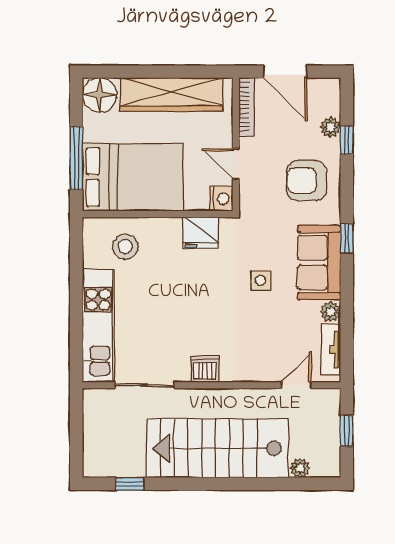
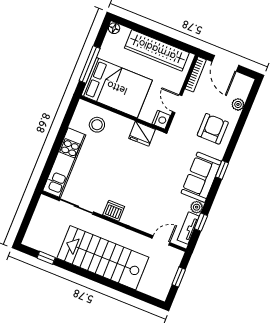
floor lamp: (100, 95) -> (114, 28), width x0.53, depth x0.53
window: (347, 140) -> (201, 222), moved
armchair: (307, 181) -> (213, 129), turned 90
side table: (260, 281) -> (165, 174), removed
plant: (300, 468) -> (144, 287), removed

